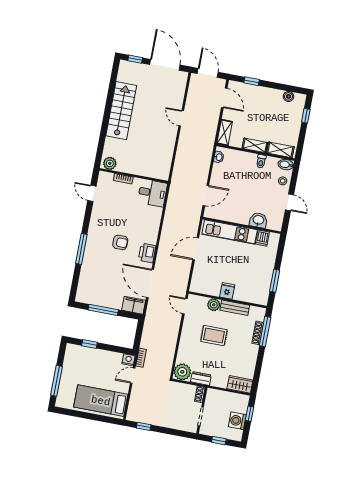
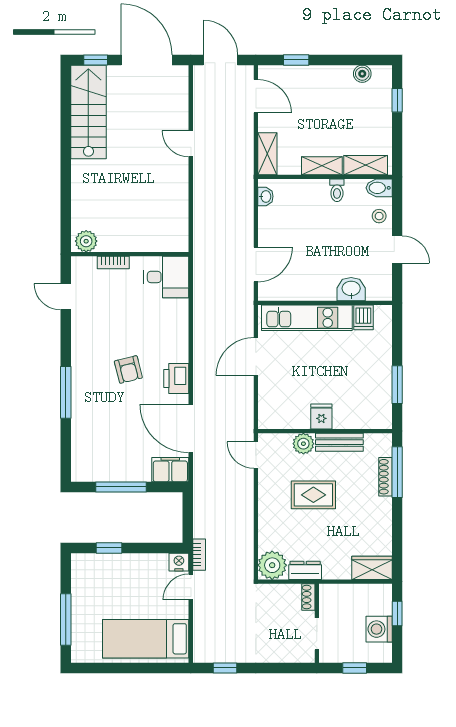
stairs: (121, 111) -> (88, 112), moved
armchair: (120, 242) -> (128, 369), turned 76

